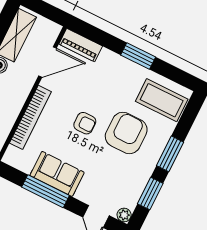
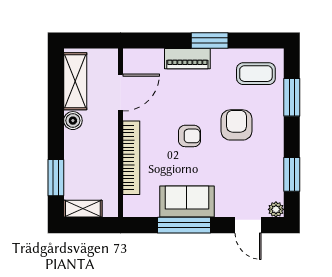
piano: (81, 45) -> (187, 59), moved
coffee table: (162, 100) -> (256, 74), width x0.73, depth x0.76
armchair: (126, 133) -> (237, 125), width x0.73, depth x0.73
window: (170, 154) -> (292, 97), moved

